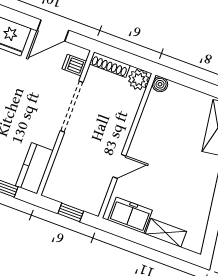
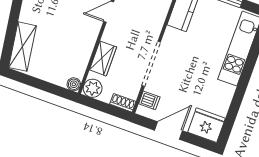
shoe rack: (110, 65) -> (123, 103), width x0.70
wardrobe: (126, 113) -> (103, 58), added

